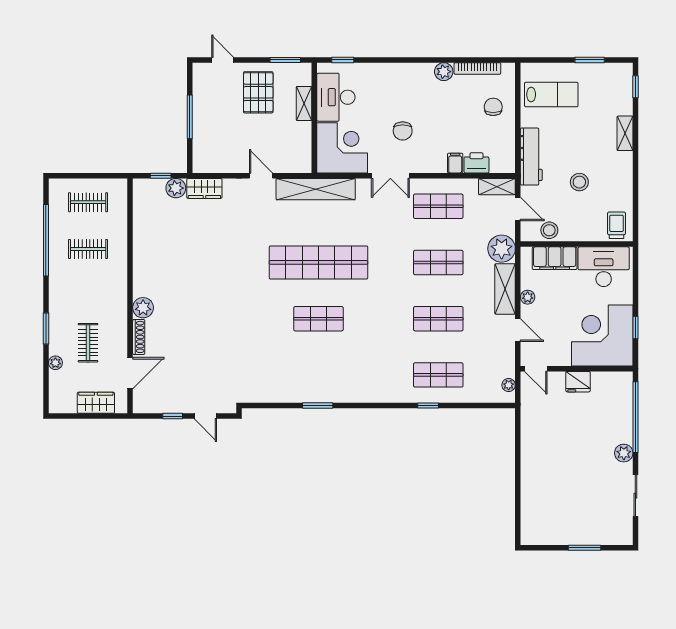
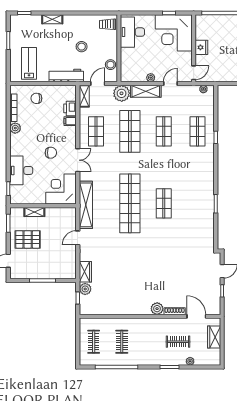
desk: (336, 97) -> (21, 170), moved, turned 90
filing cabinet: (555, 258) -> (127, 61), removed
shop shelf: (438, 262) -> (130, 131), width x1.43, depth x1.36

